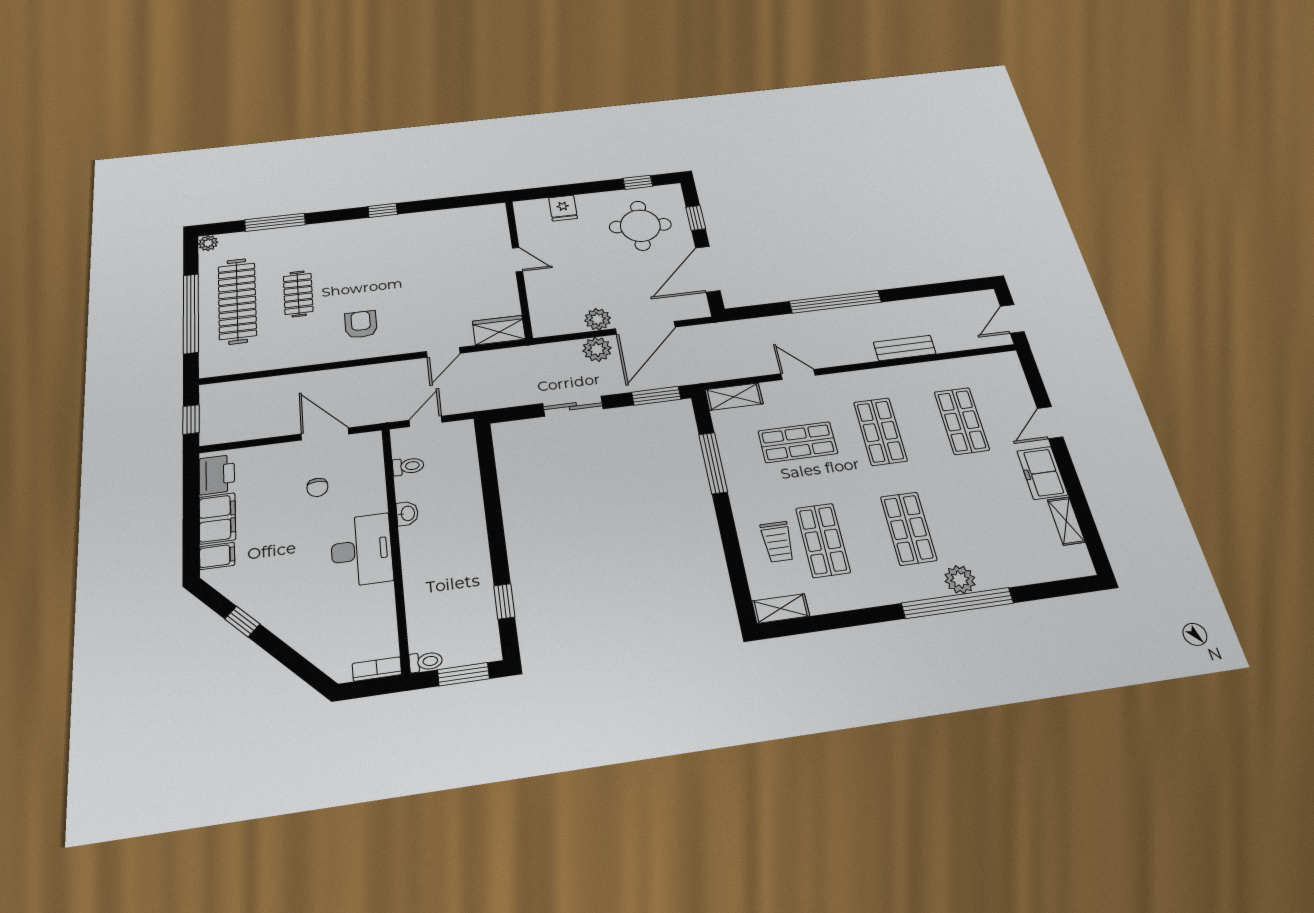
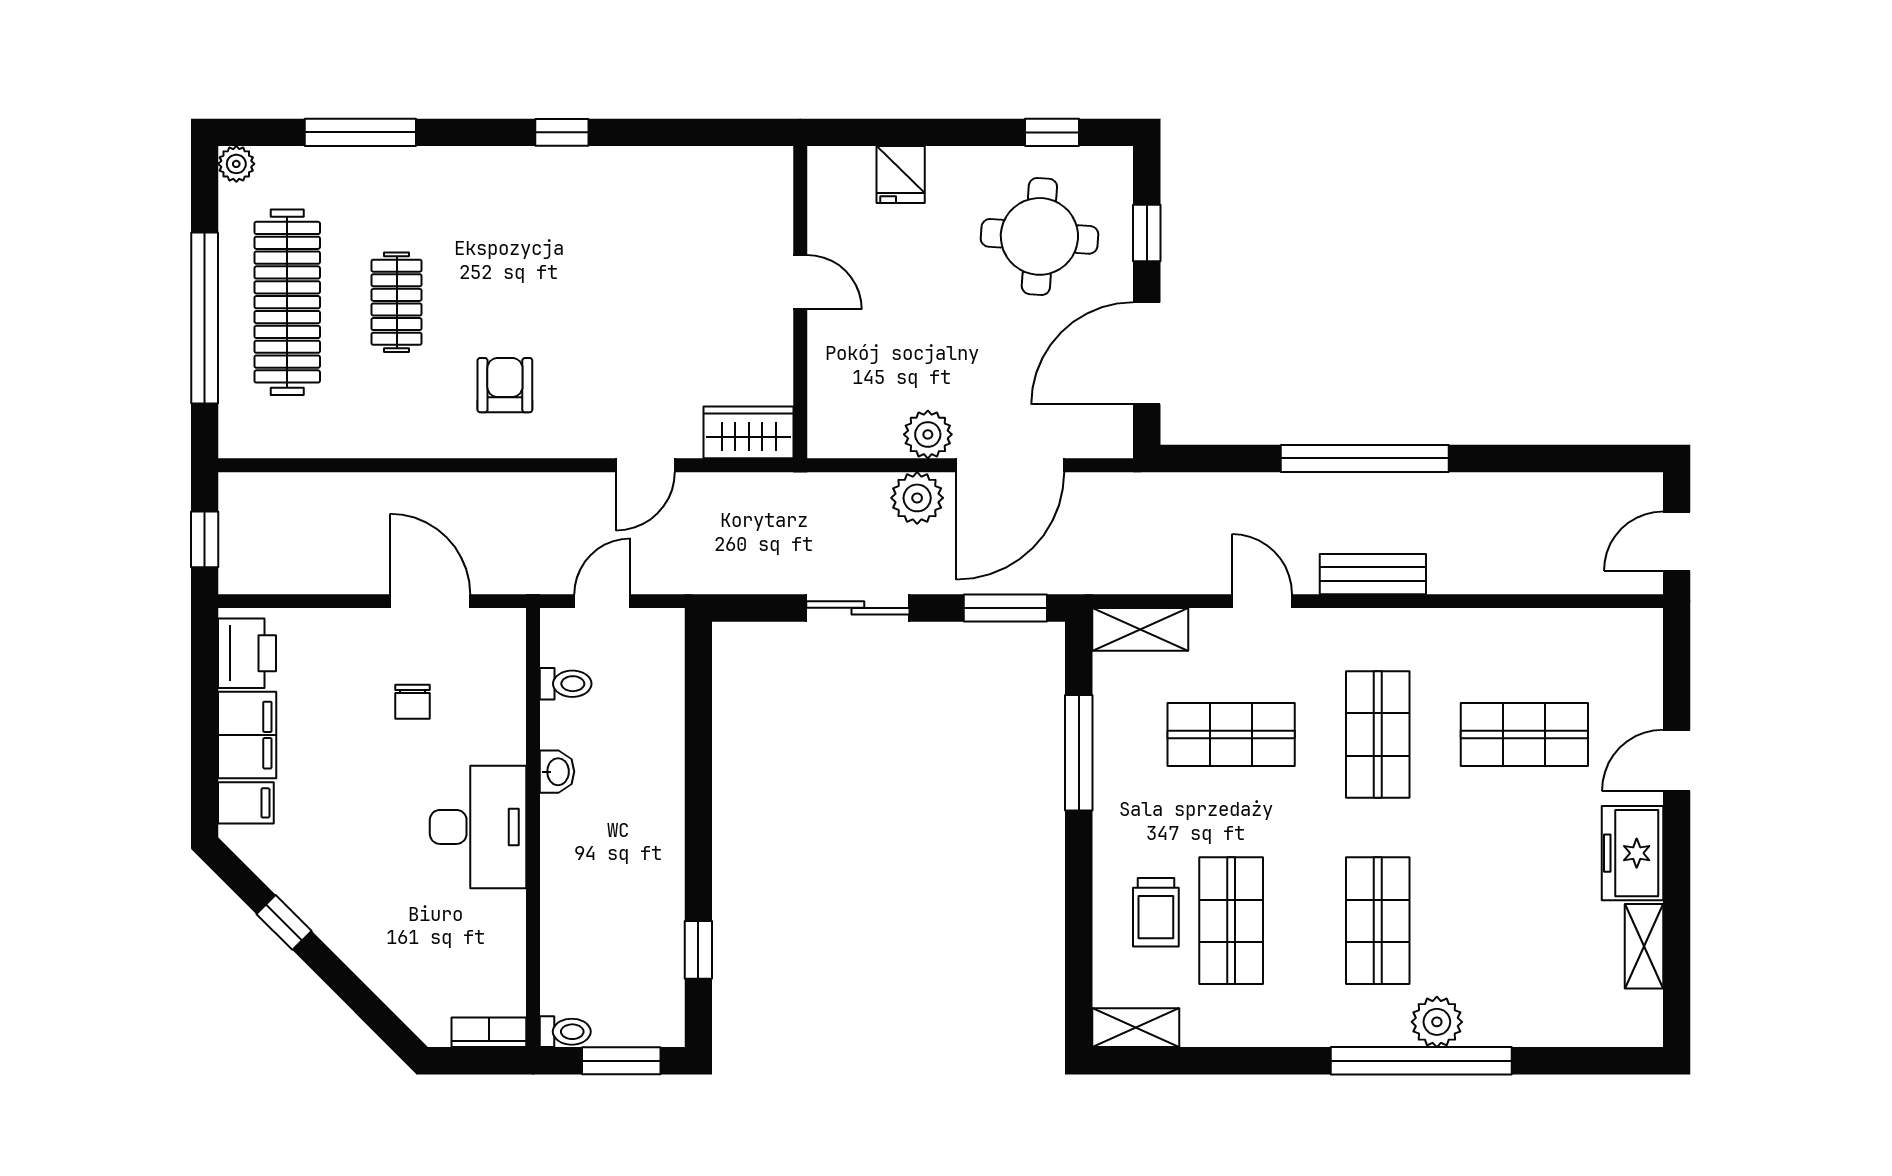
bench: (905, 348) -> (1373, 574), moved
shop shelf: (962, 421) -> (1524, 735), turned 90

